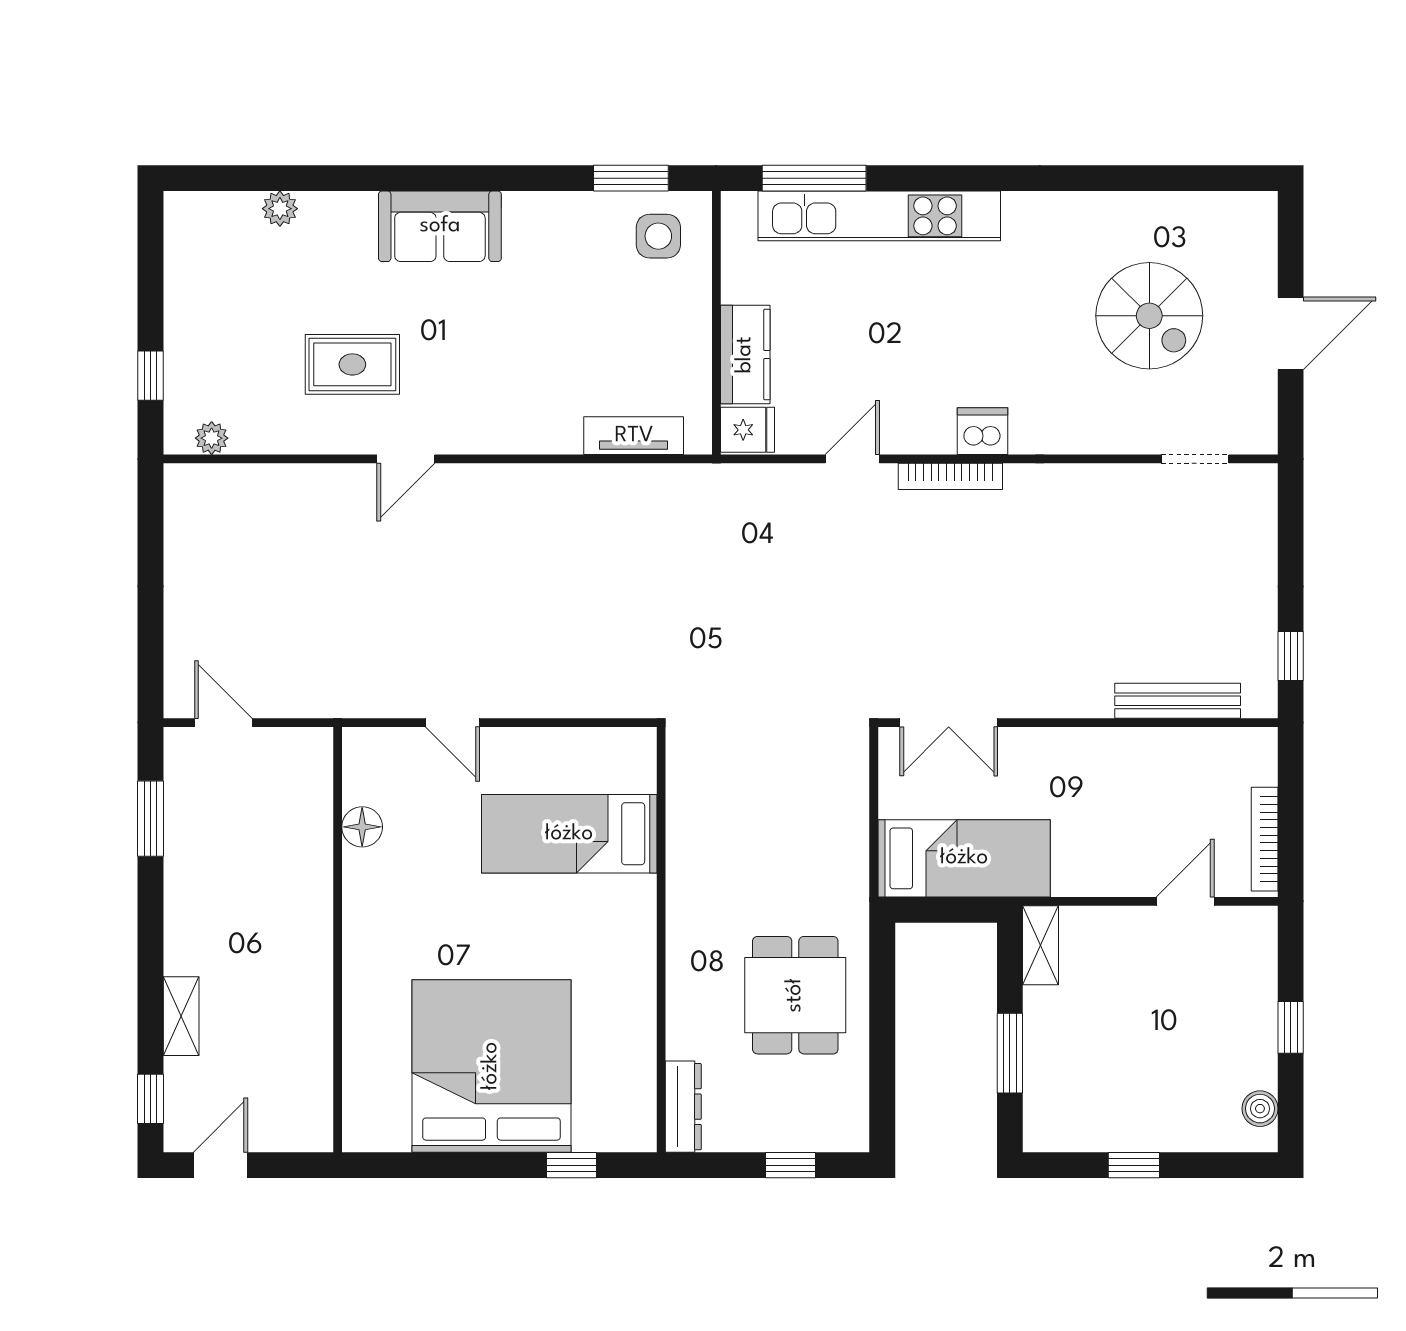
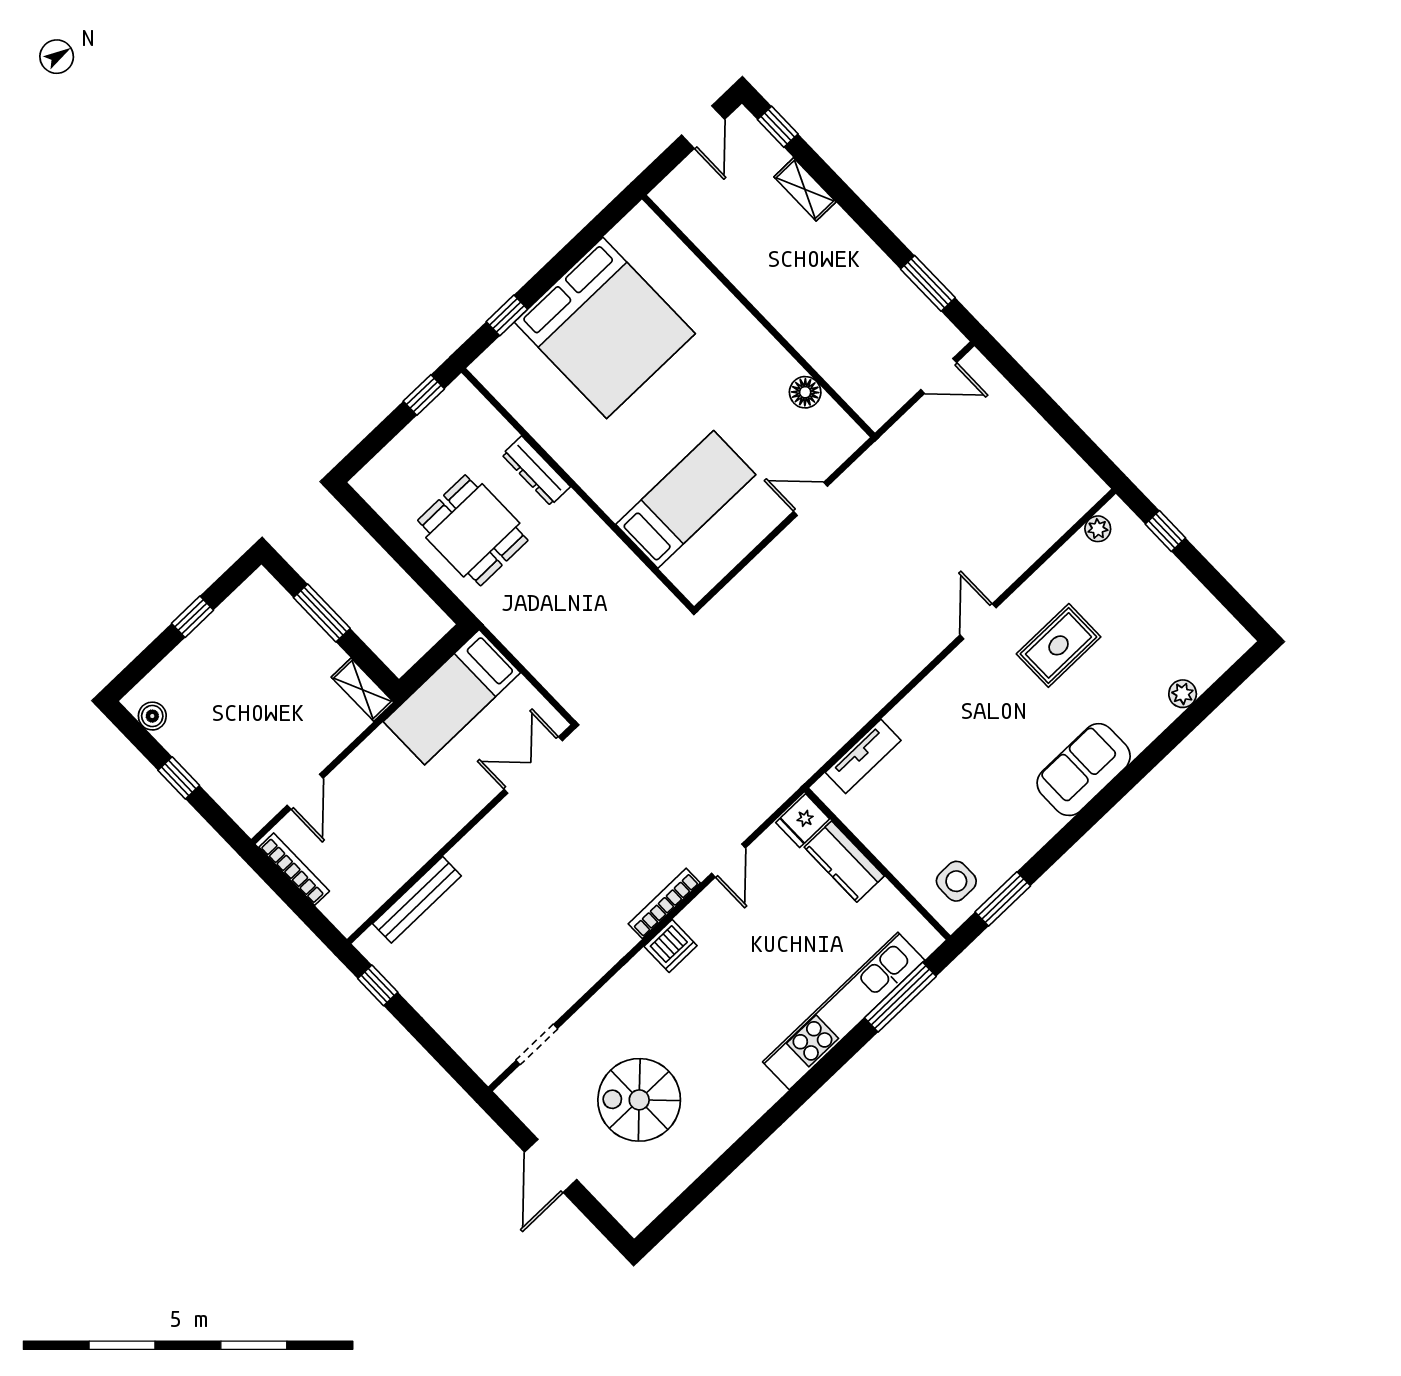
dresser: (683, 1107) -> (536, 471), moved
window: (791, 1165) -> (424, 395), moved

